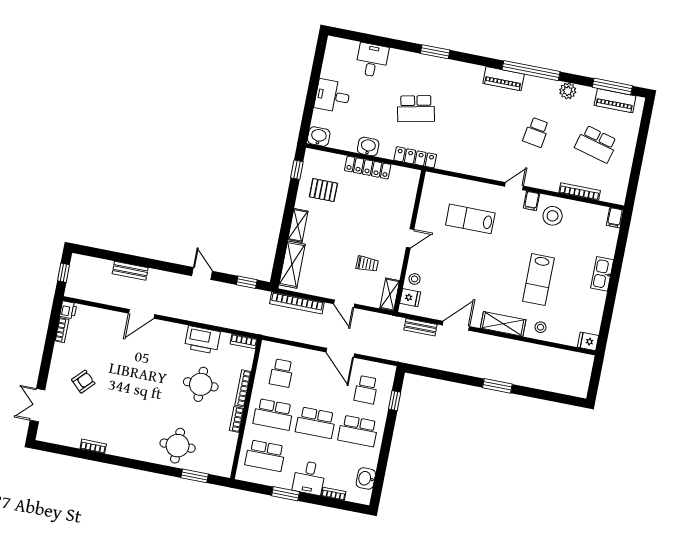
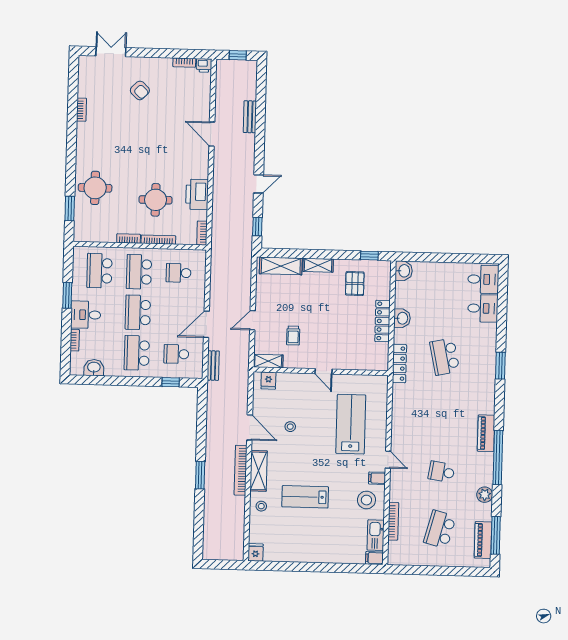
desk: (332, 96) -> (483, 279), moved, turned 90
lab bench: (470, 219) -> (351, 424), width x1.36, depth x1.39
kitchen sink: (602, 274) -> (376, 535), moved, turned -90
stool: (415, 279) -> (290, 427), moved
bookcase: (297, 303) -> (241, 470), moved
bench: (420, 327) -> (213, 366), moved

